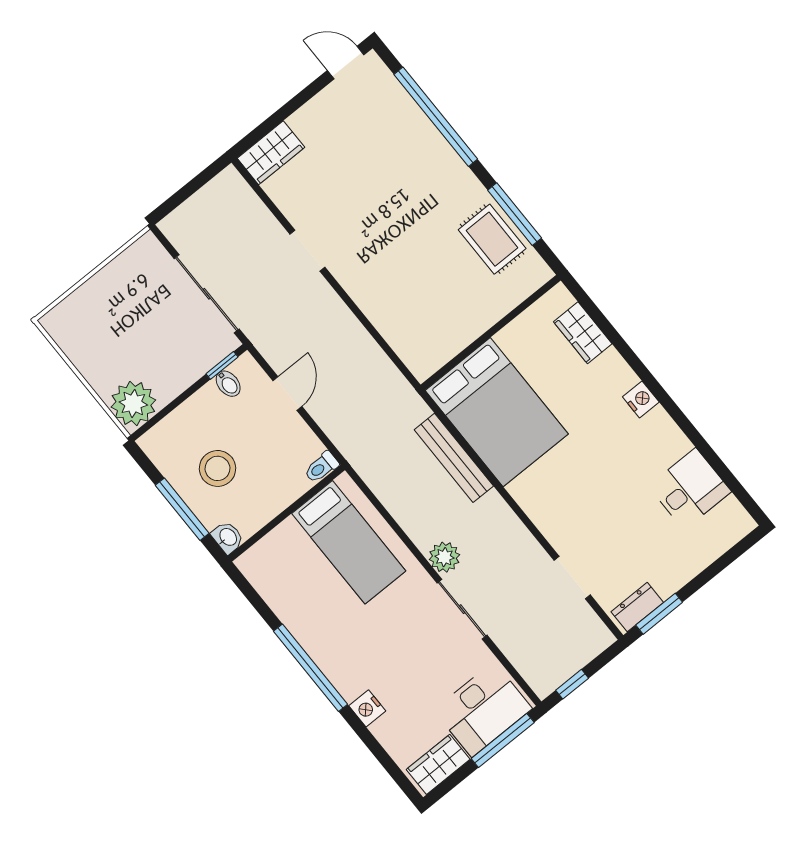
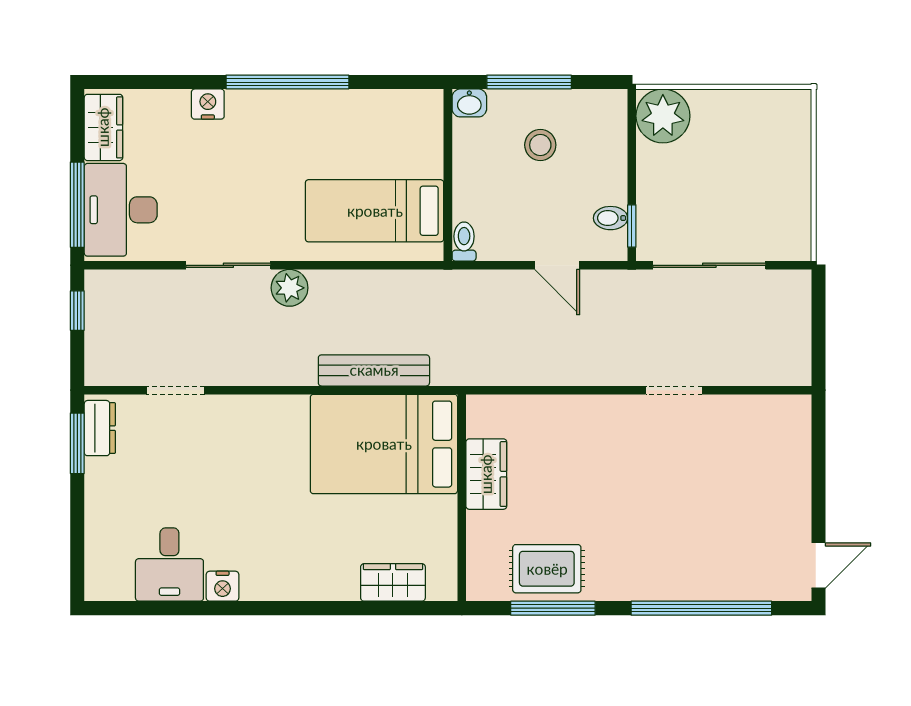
wardrobe: (271, 153) -> (486, 474), moved, turned 180
nightstand: (641, 399) -> (223, 586), moved
stool: (218, 468) -> (540, 145), width x0.73, depth x0.73

